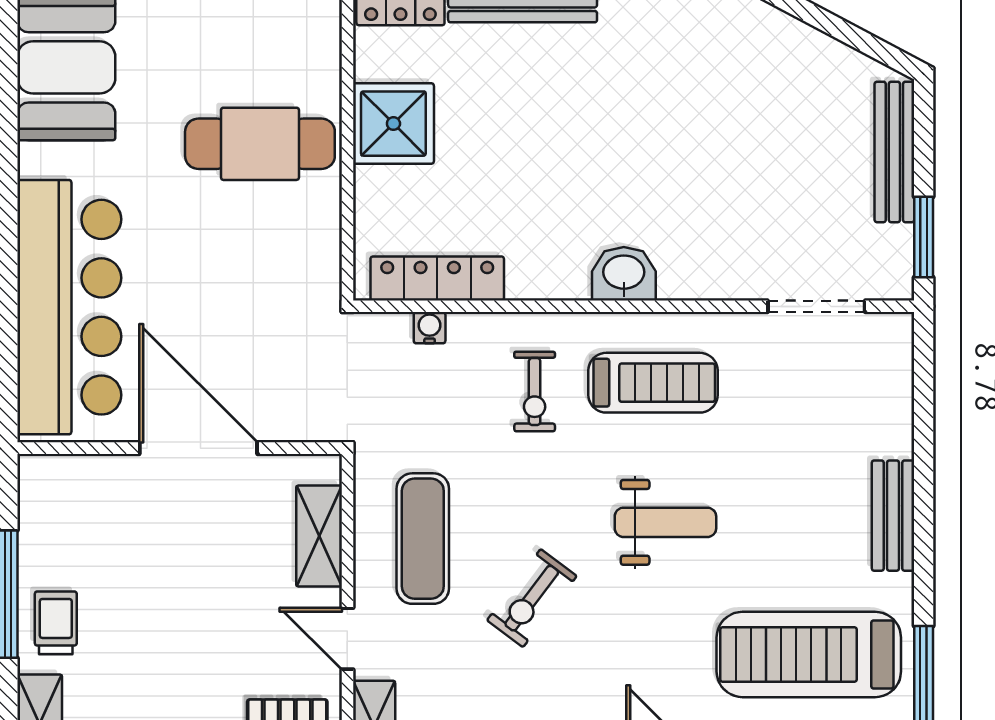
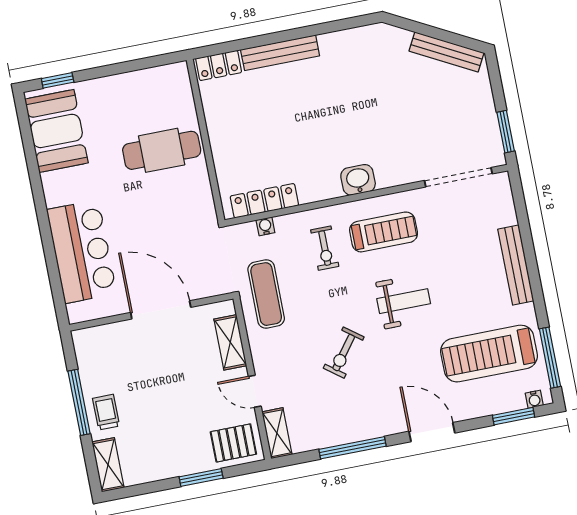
shower: (393, 124) -> (227, 127), removed
bench: (894, 152) -> (447, 52), moved, turned -62
doorway: (816, 306) -> (458, 177), width x1.36
bar counter: (69, 307) -> (82, 252), width x0.73
bench: (893, 516) -> (516, 265), width x1.36
exercise mat: (423, 539) -> (266, 294), moved

